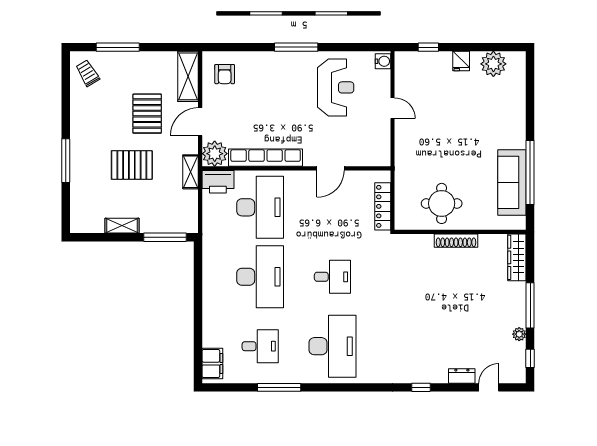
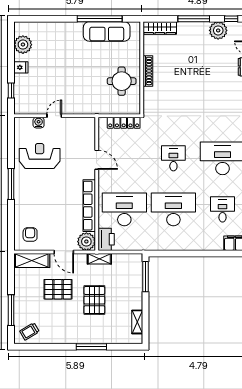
water cooler: (383, 61) -> (39, 123), moved
armchair: (225, 74) -> (30, 235), turned -90
shelving: (122, 226) -> (137, 322), moved
plant: (519, 334) -> (218, 30), width x1.87, depth x1.87

